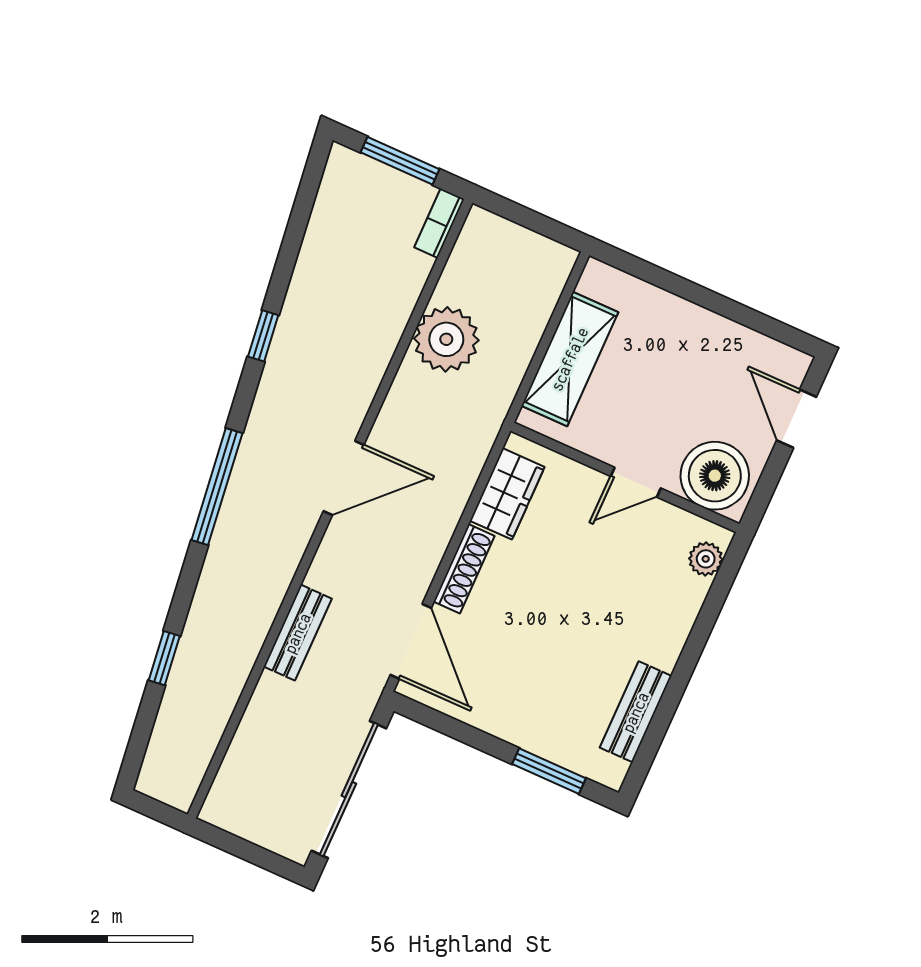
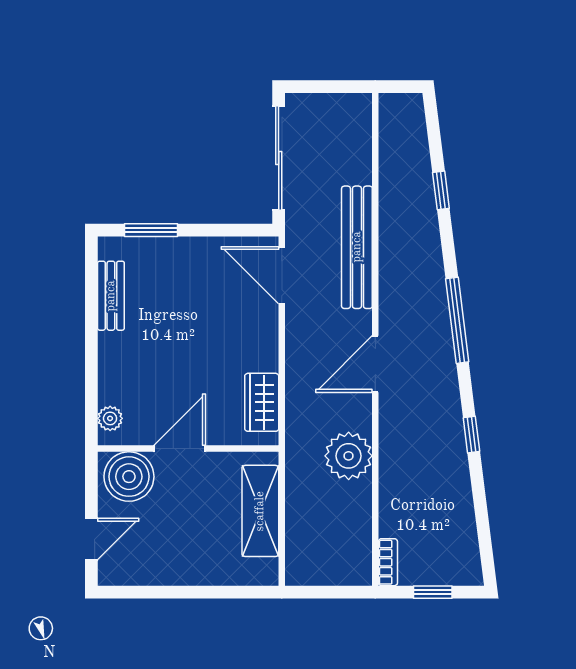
window: (400, 161) -> (433, 592), width x0.67
plant: (446, 339) -> (349, 456), moved
door: (797, 419) -> (91, 539), hinge flipped
door: (636, 482) -> (180, 449), width x1.37
shoe rack: (464, 569) -> (268, 340), removed
bench: (298, 633) -> (357, 247), width x1.86, depth x1.21

